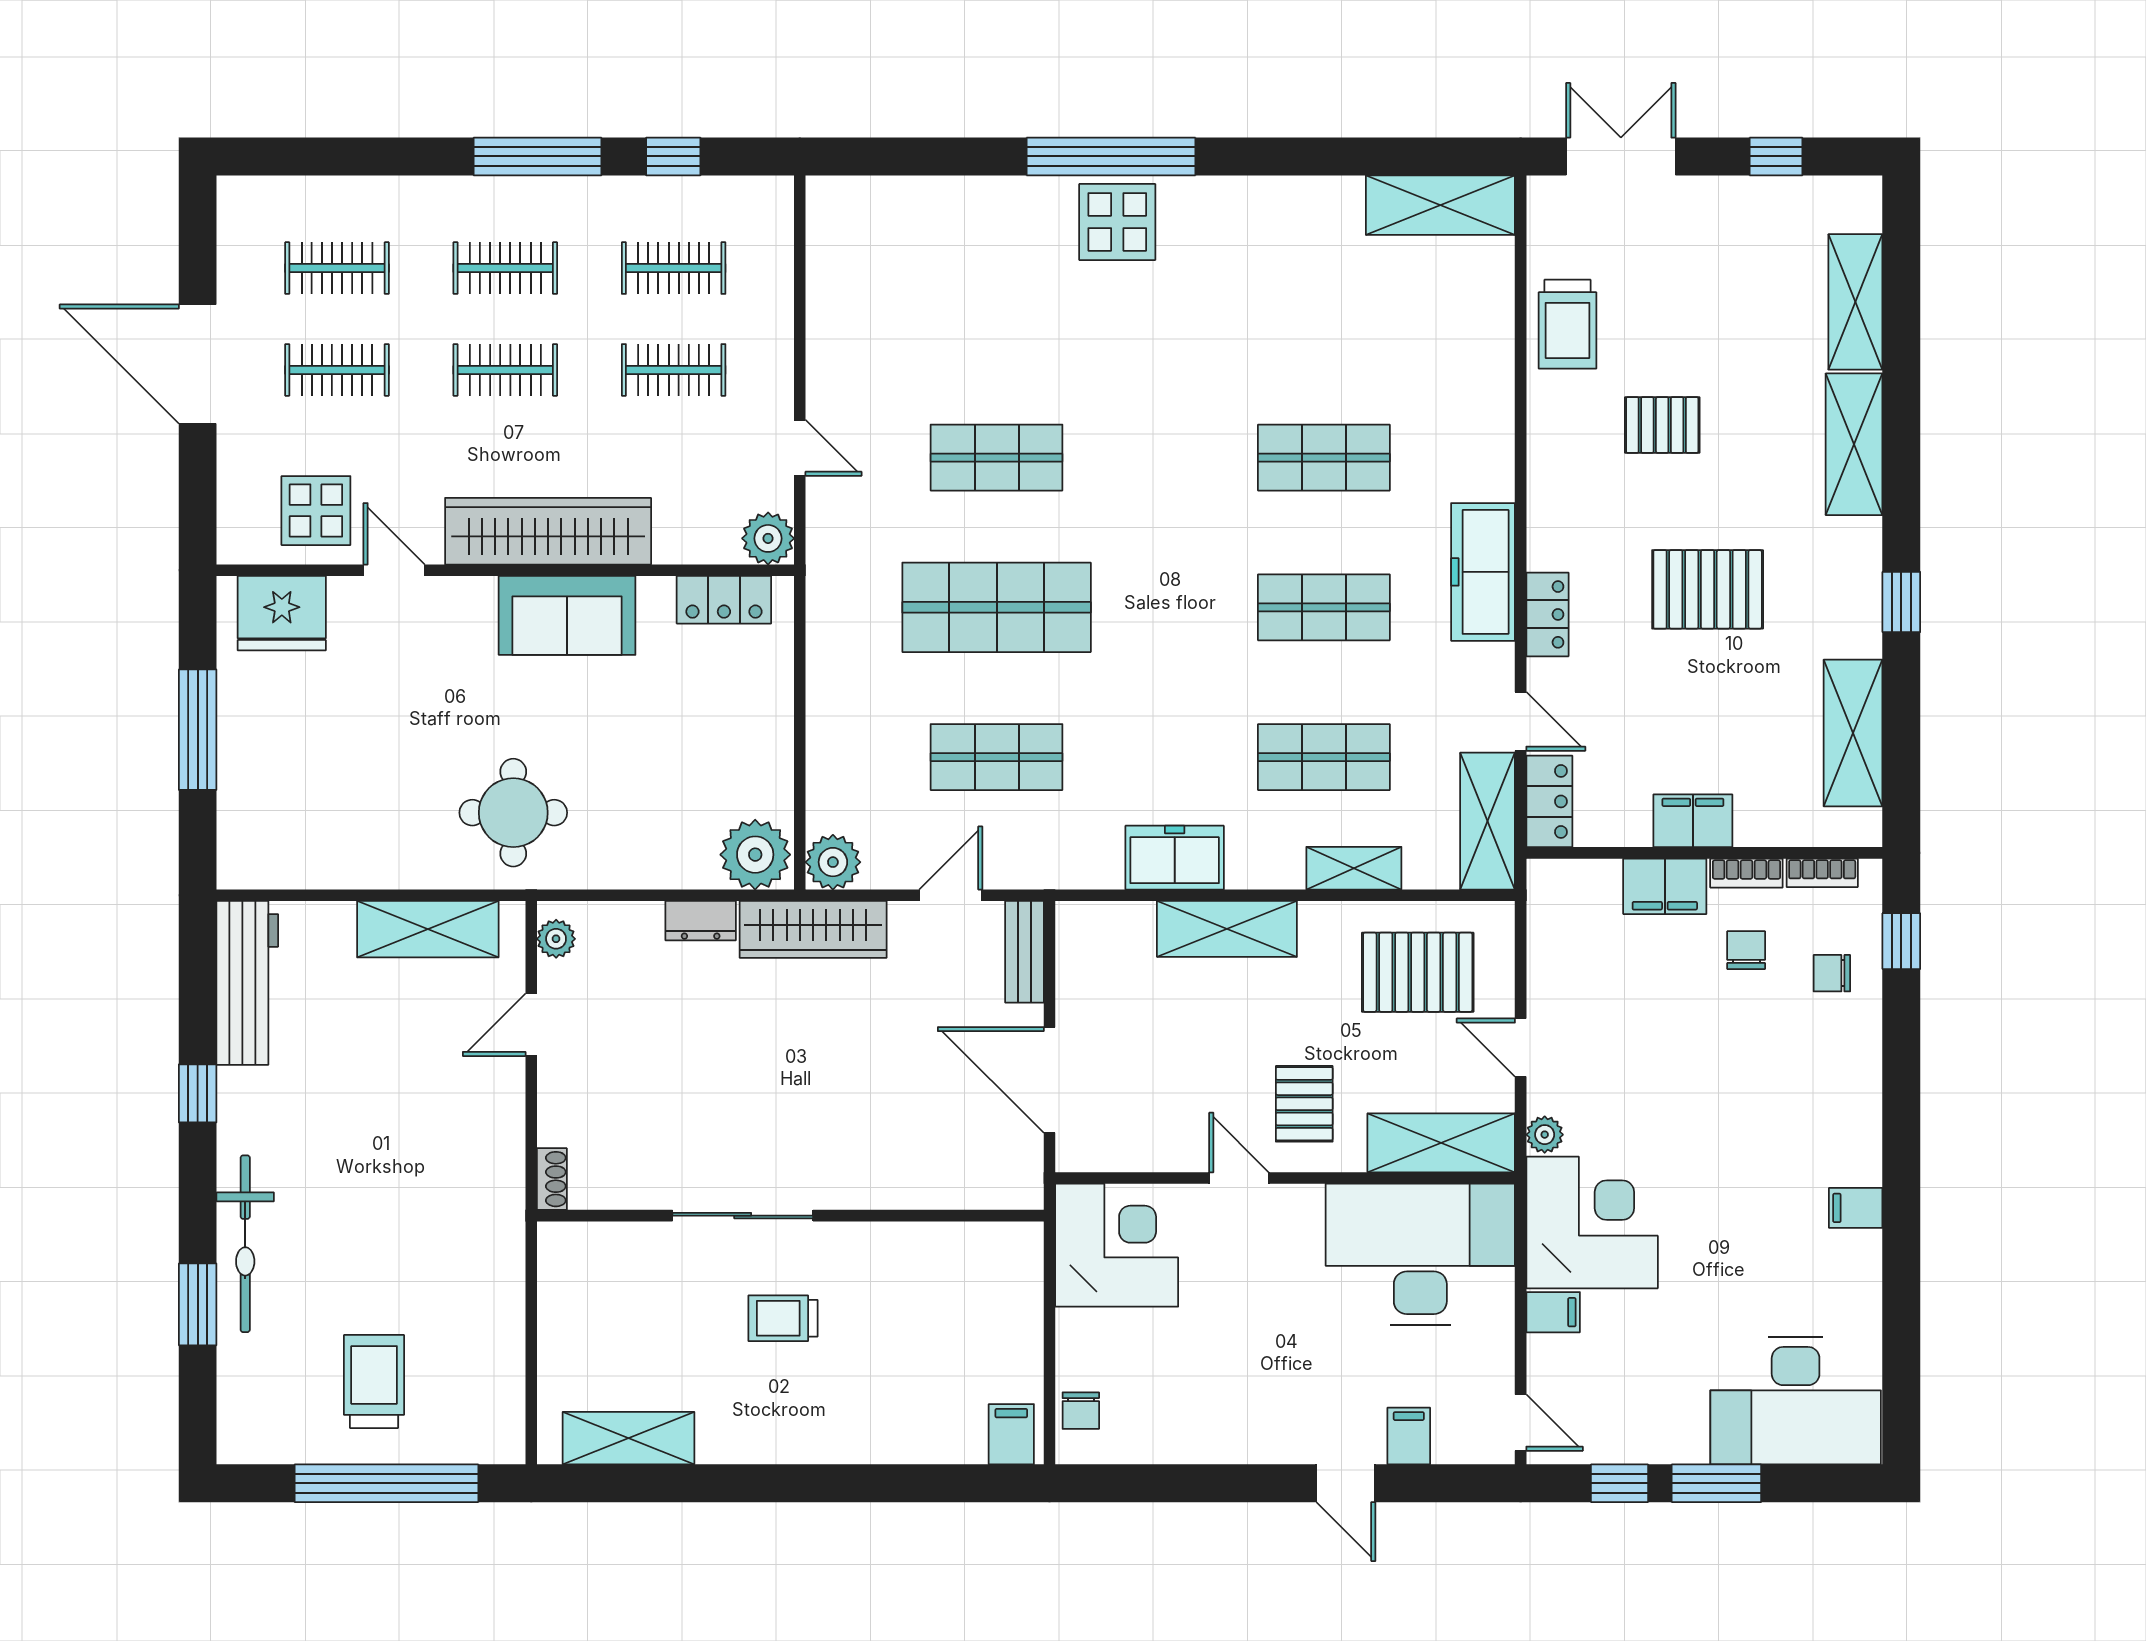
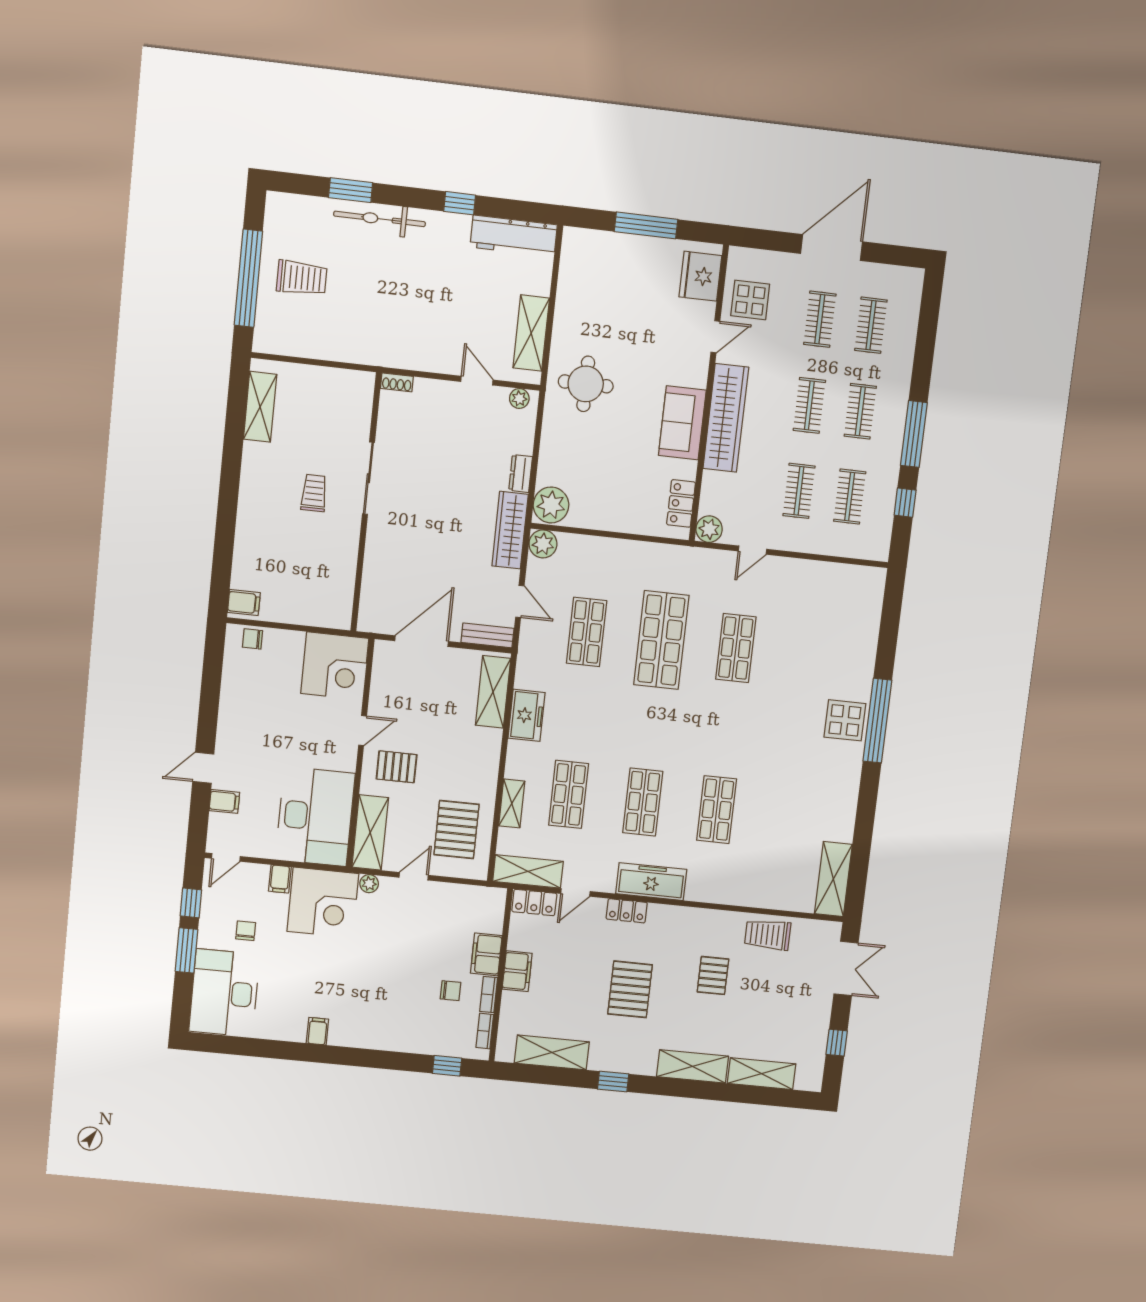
shelving: (1227, 929) -> (493, 692), moved
chair: (1832, 973) -> (246, 931), moved

